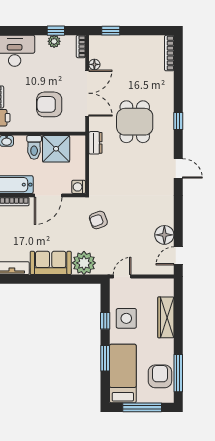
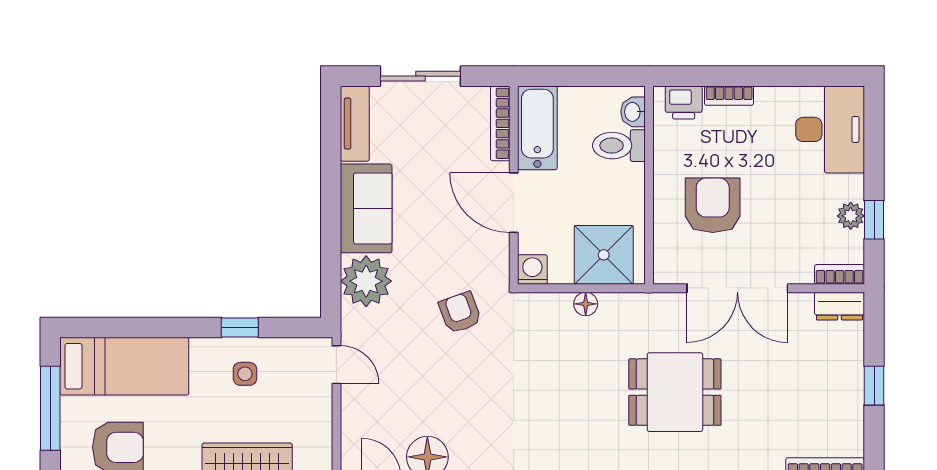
window: (111, 31) -> (874, 386), moved
floor lamp: (94, 64) -> (586, 304), moved
dresser: (95, 143) -> (840, 306), moved
toilet: (34, 147) -> (619, 146), moved
shower: (56, 149) -> (604, 255), moved
side table: (126, 318) -> (245, 374), width x0.54, depth x0.54
window: (105, 358) -> (158, 328), removed

